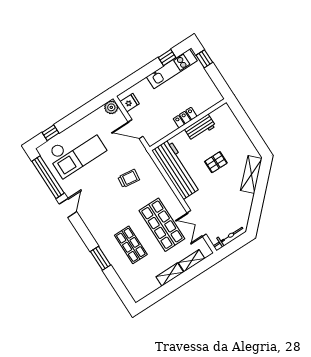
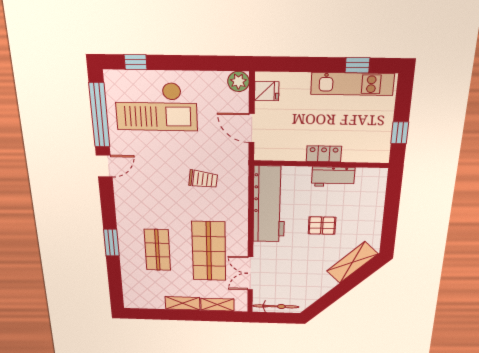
window: (204, 59) -> (400, 133), moved

